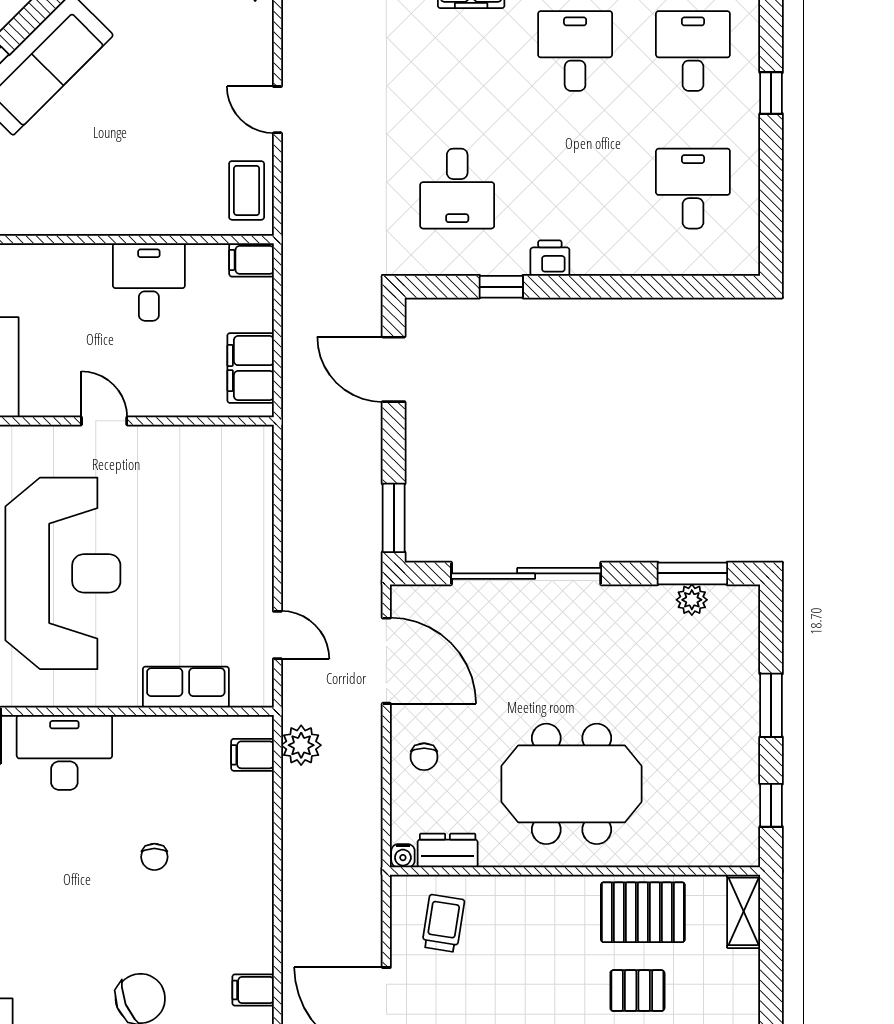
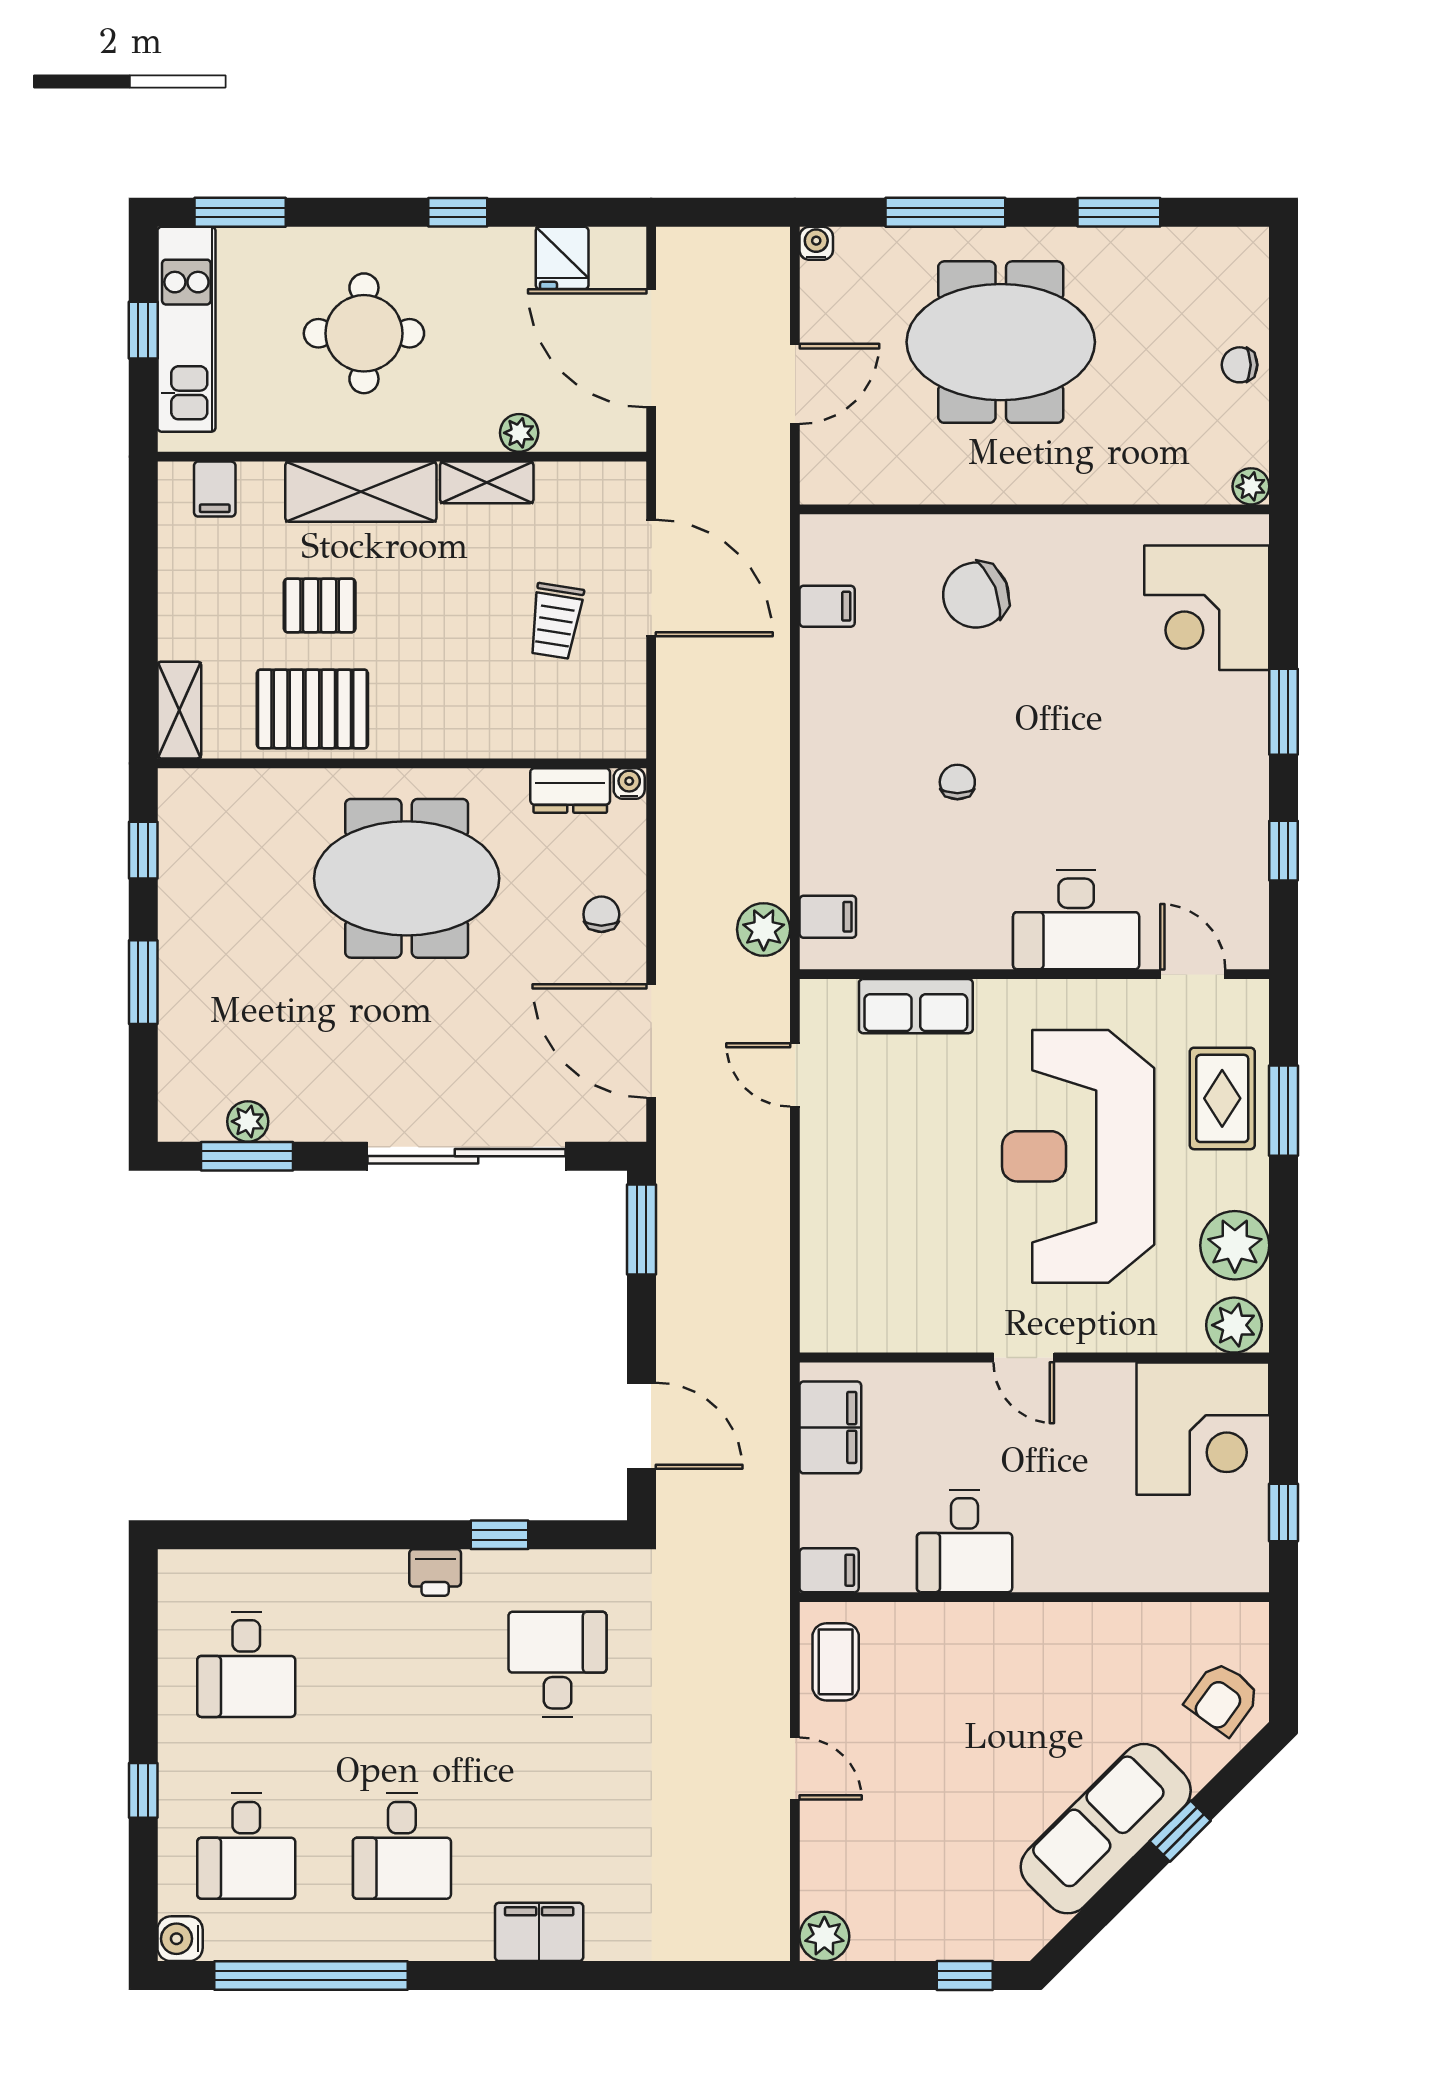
trolley: (443, 923) -> (556, 621), moved

